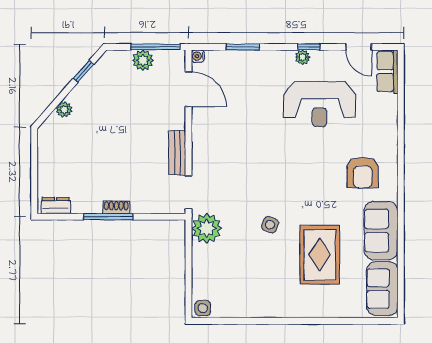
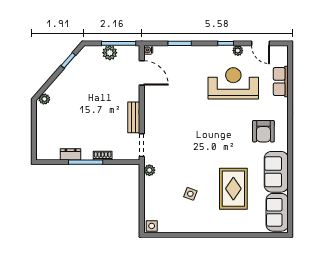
plant: (303, 57) -> (238, 51), moved
row of seats: (387, 72) -> (281, 82), moved
reception desk: (320, 104) -> (233, 83), turned 180
plant: (64, 110) -> (44, 99), moved
dresser: (56, 206) -> (71, 154), moved
shoe rack: (116, 207) -> (103, 156), moved
side table: (270, 225) -> (190, 194), moved
plant: (207, 228) -> (149, 170), width x0.53, depth x0.53

